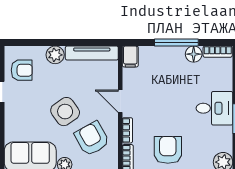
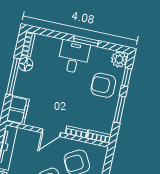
filing cabinet: (130, 56) -> (18, 110), width x2.00
armchair: (168, 150) -> (103, 85), moved

